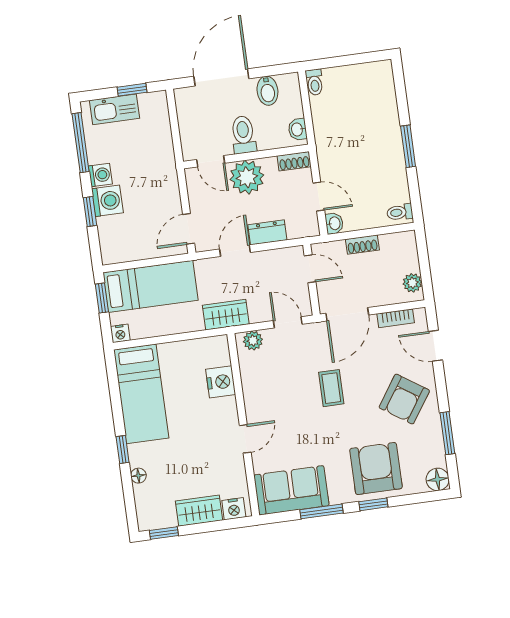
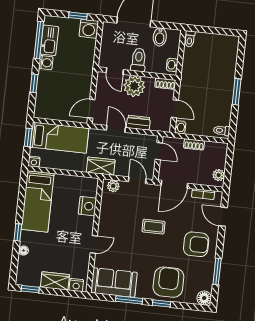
kitchen sink: (115, 109) -> (49, 40), moved, turned -90
washing machine: (107, 201) -> (89, 29), moved, turned 90
door: (235, 251) -> (116, 129), hinge flipped
coffee table: (331, 388) -> (154, 227), turned 90
armchair: (404, 399) -> (196, 244), turned -124

